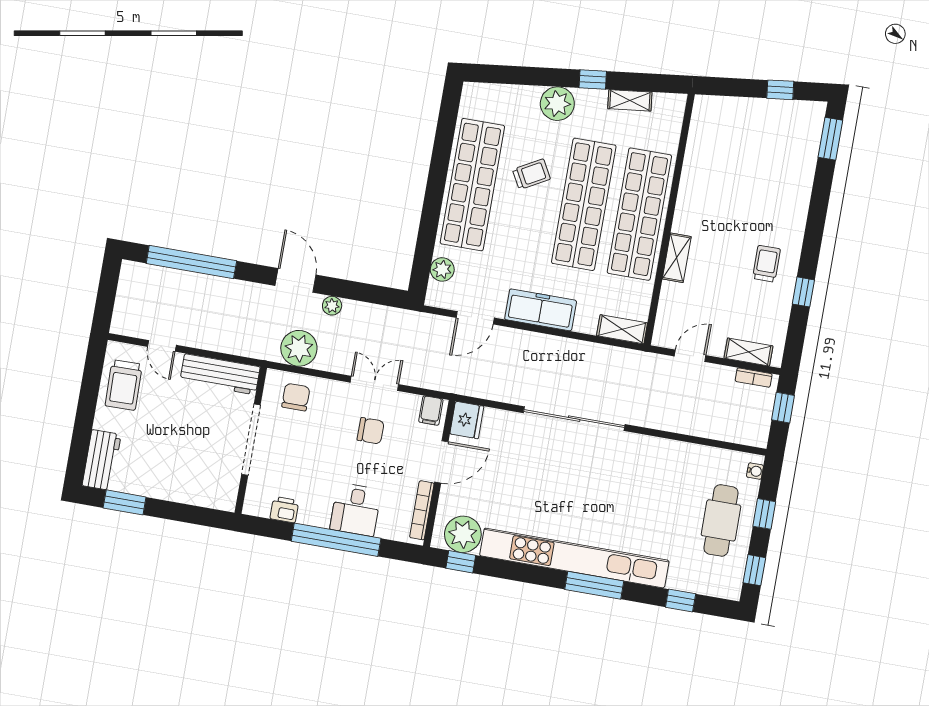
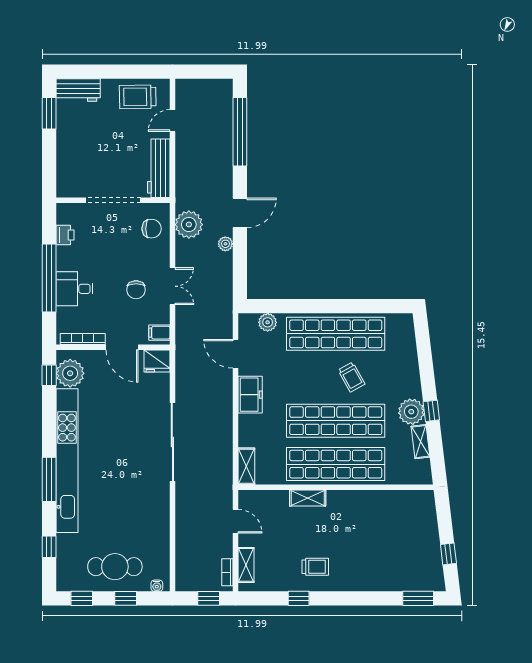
plant: (557, 104) -> (411, 412), moved
freezer: (541, 310) -> (250, 395), width x0.71

